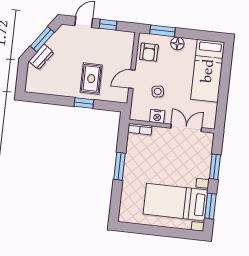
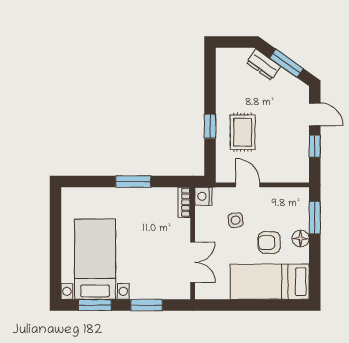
armchair: (149, 52) -> (269, 243), moved
rug: (91, 79) -> (243, 132), turned 90
nightstand: (157, 116) -> (203, 196), moved

